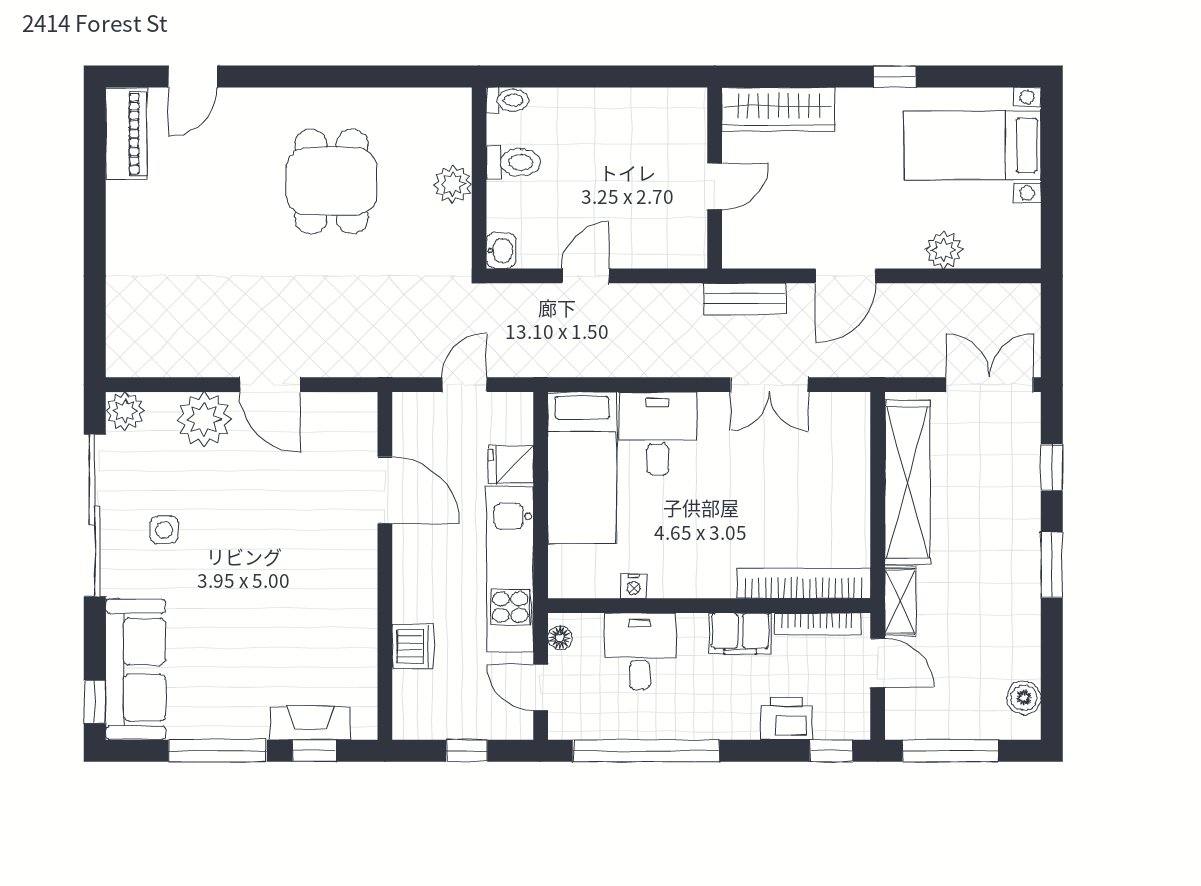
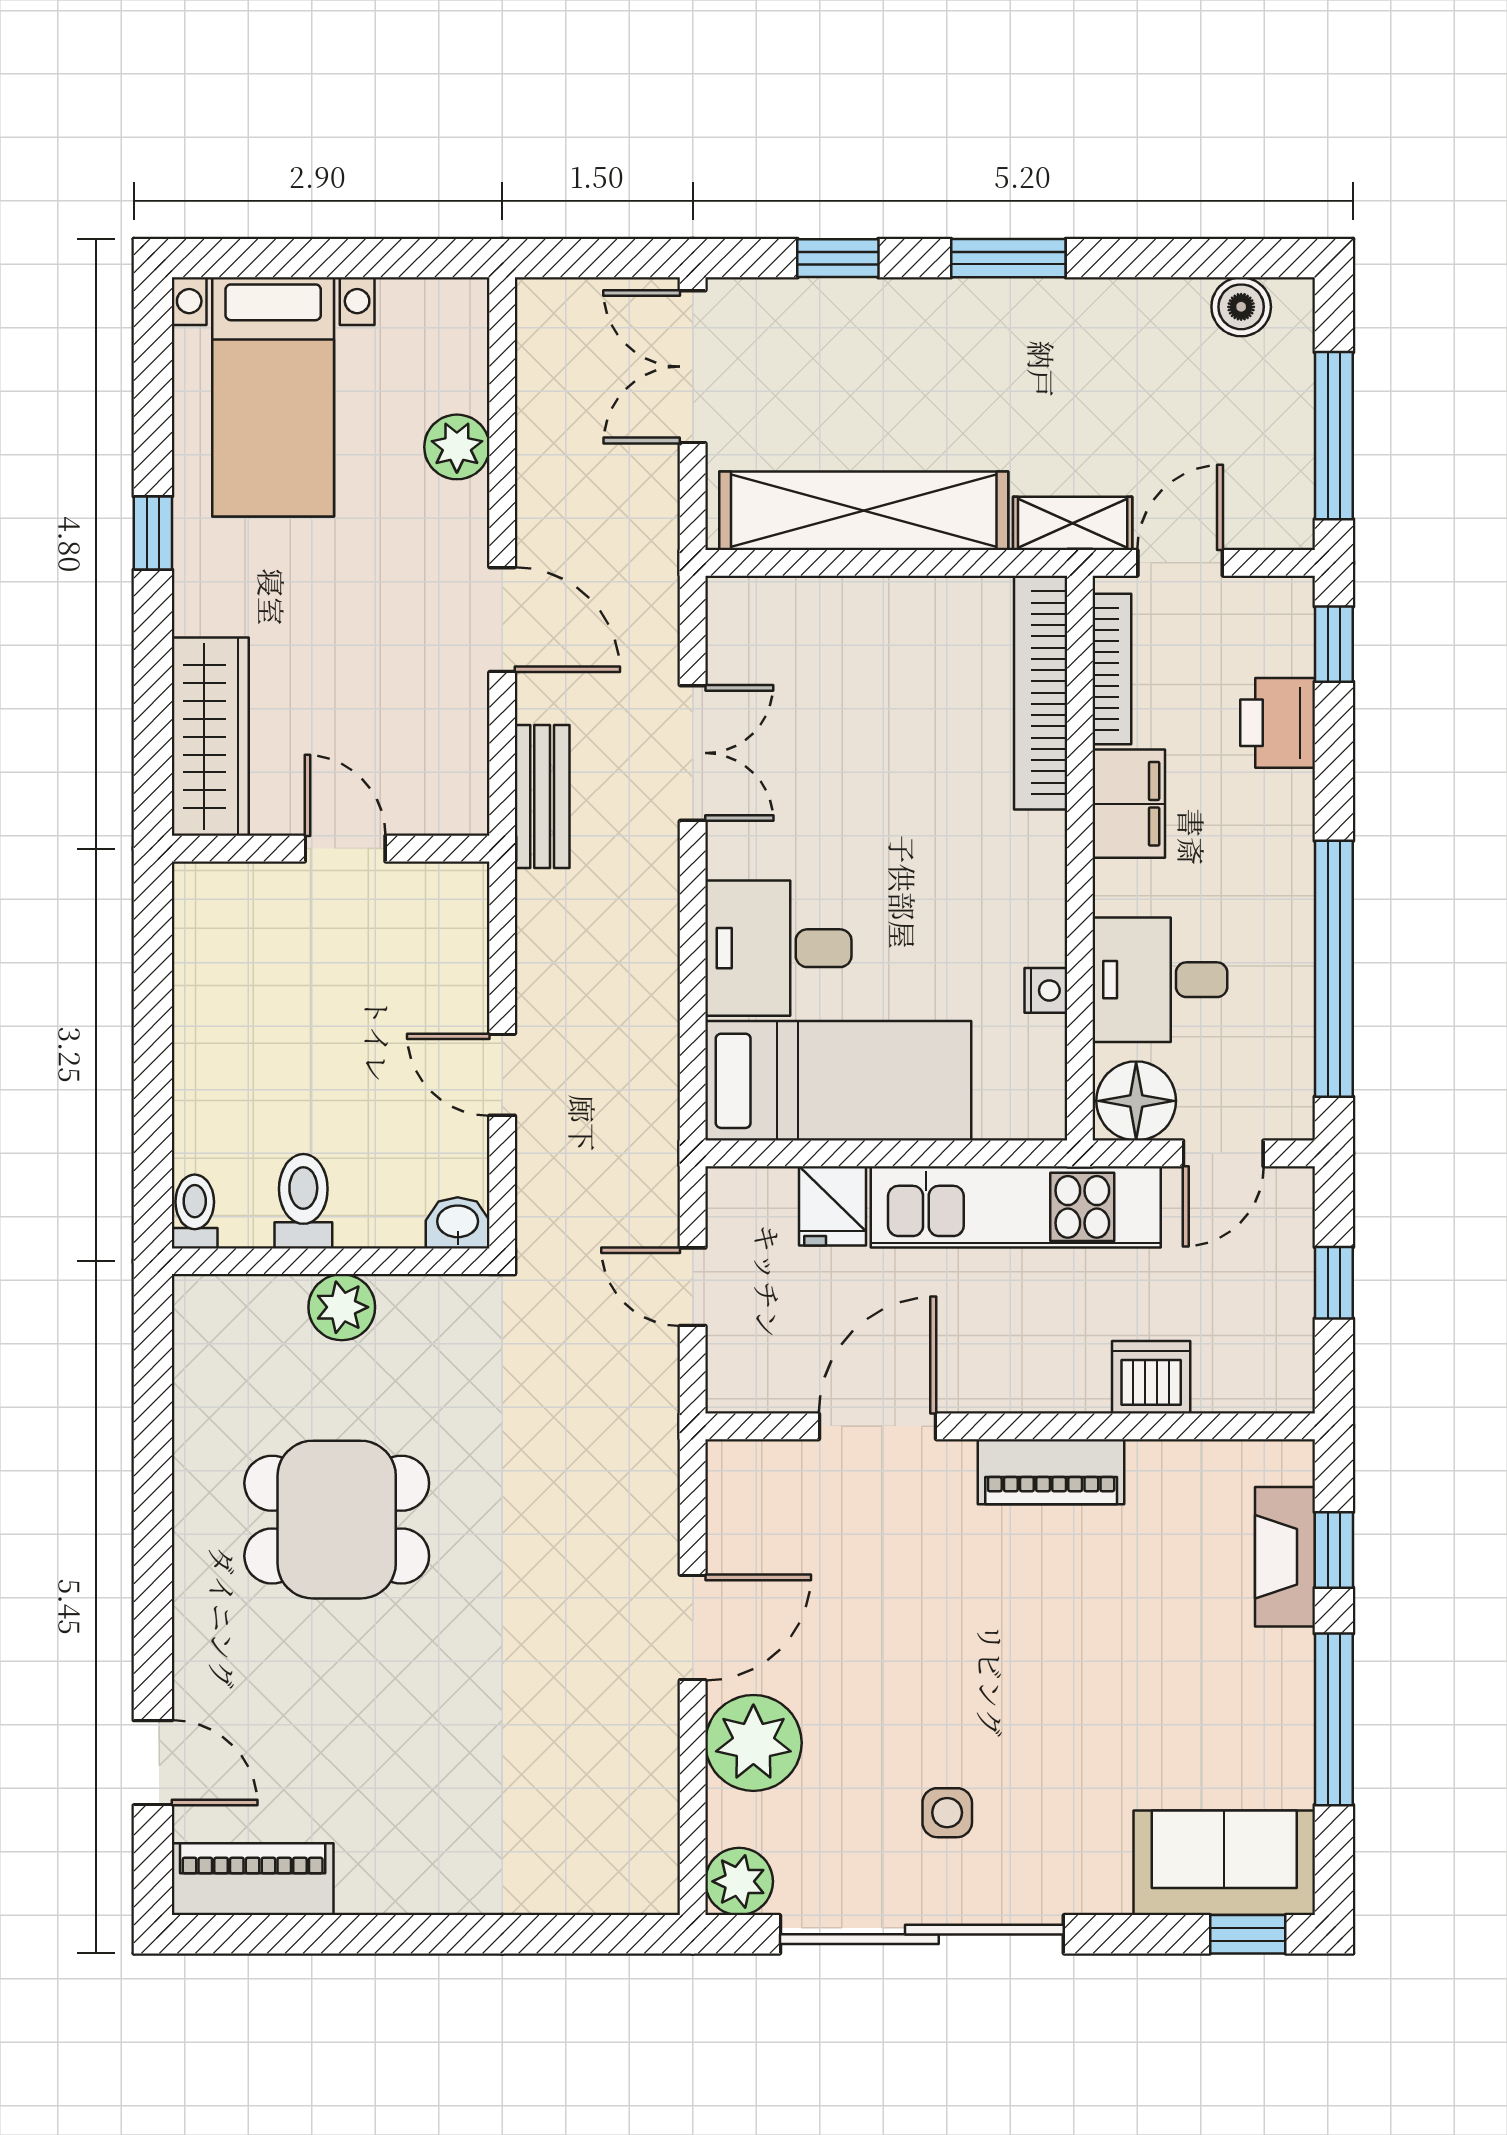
piano: (359, 589) -> (1051, 1472), added
floor lamp: (560, 638) -> (1136, 1101), width x1.89, depth x1.89
sofa: (136, 669) -> (1224, 1863), width x0.73

